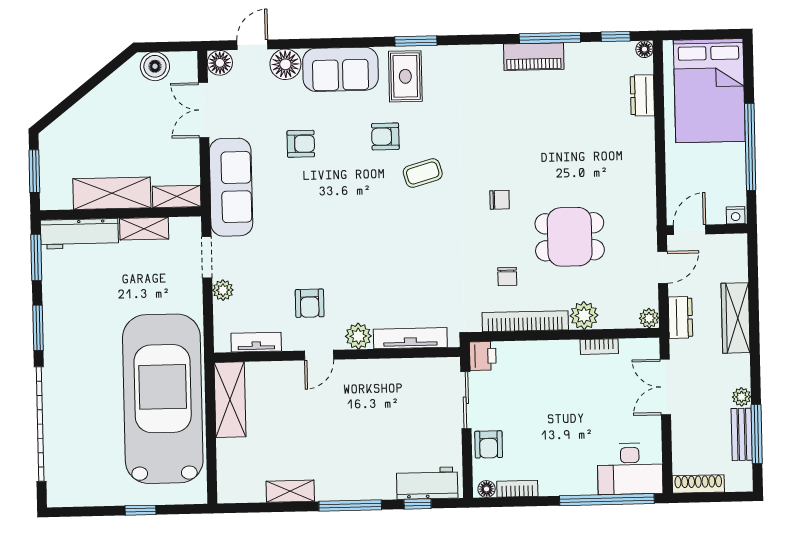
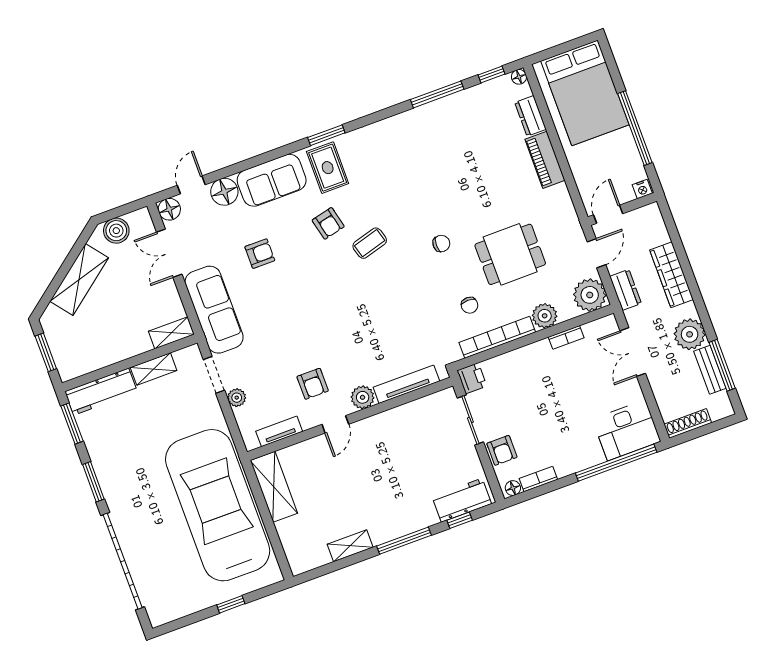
piano: (534, 57) -> (545, 160), moved, turned 90
armchair: (385, 136) -> (328, 223), turned -103
shelving: (112, 193) -> (79, 280), moved, turned -38
plant: (649, 318) -> (590, 295), width x1.87, depth x1.87
plant: (741, 397) -> (690, 334), width x1.88, depth x1.88

